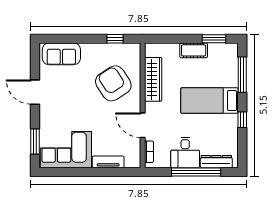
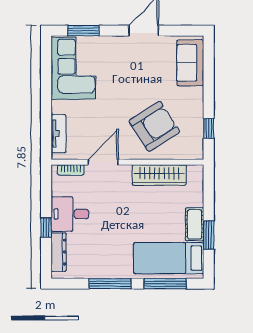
window: (214, 39) -> (209, 235), moved
bed: (209, 101) -> (169, 258), moved, turned -90
window: (242, 120) -> (110, 284), width x2.17
tv unit: (108, 162) -> (59, 134), moved
window: (196, 172) -> (46, 227), width x0.32

